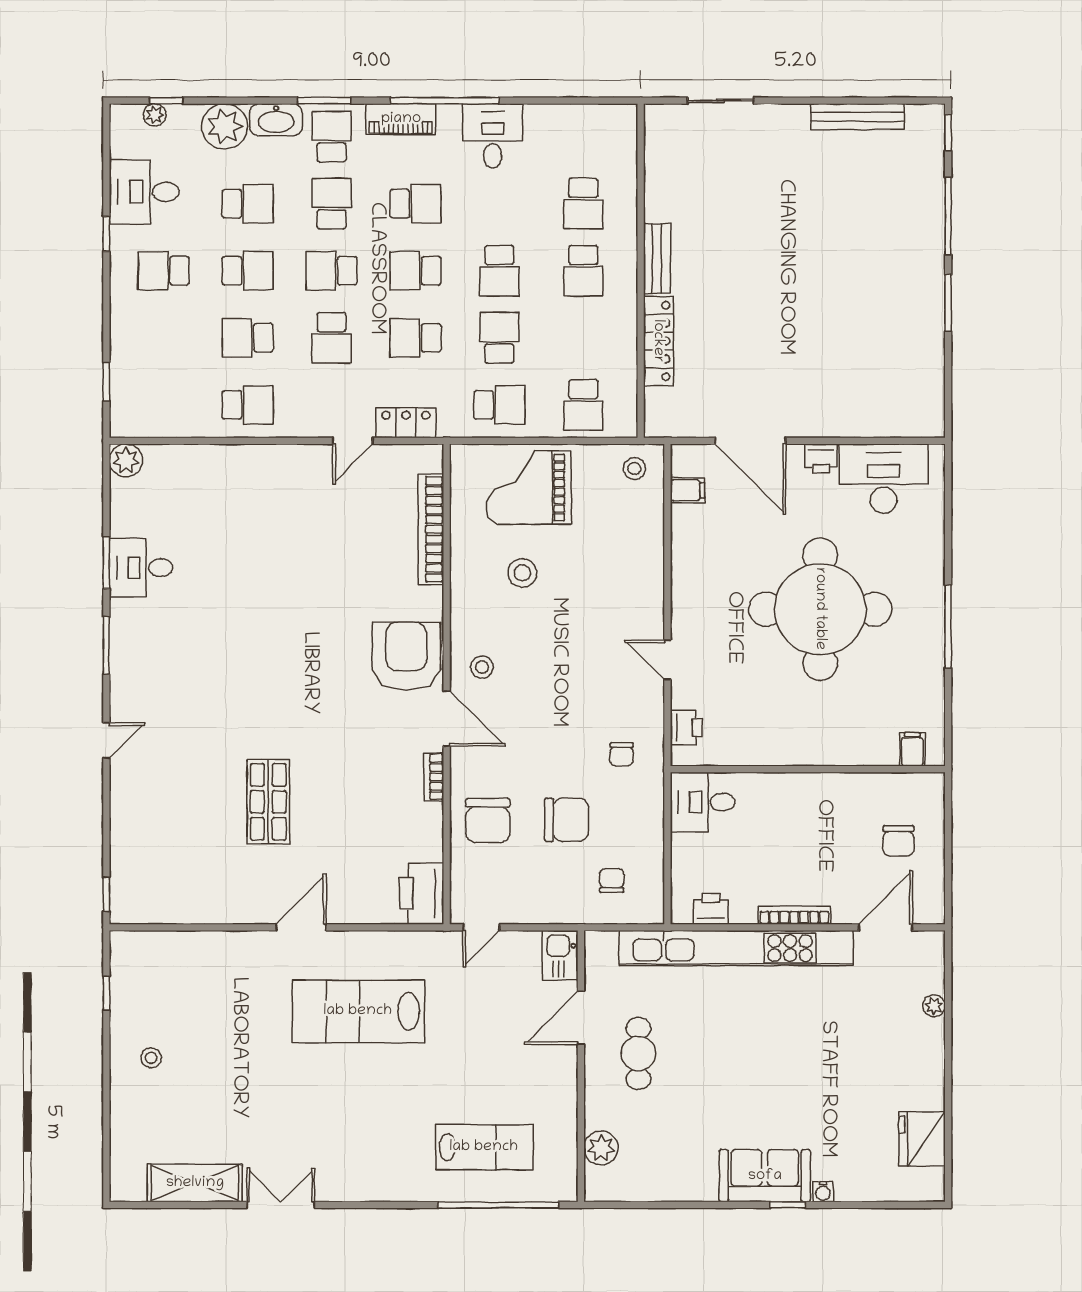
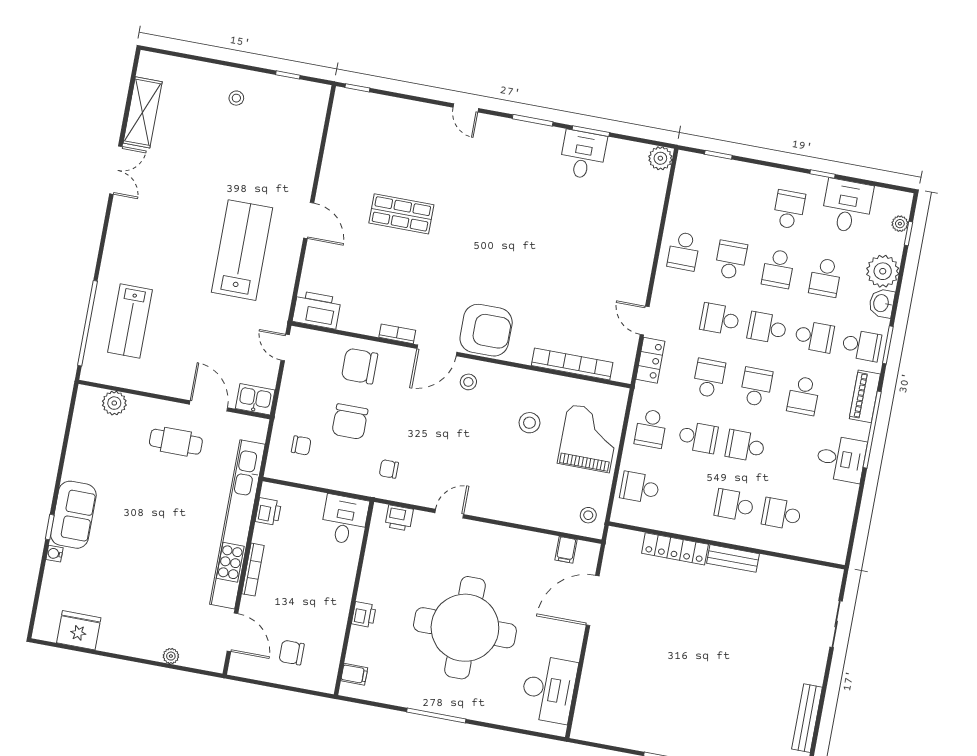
washbasin: (276, 120) -> (882, 303), width x0.72
school desk: (332, 271) -> (767, 328), turned -90
printer: (821, 458) -> (364, 615), moved, turned 180

